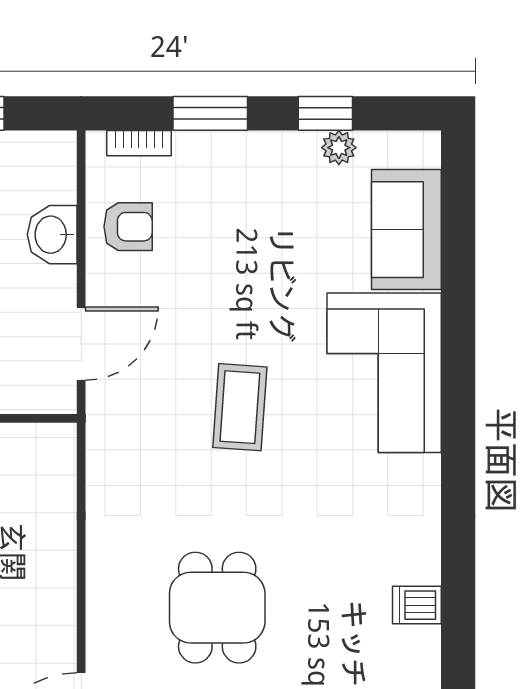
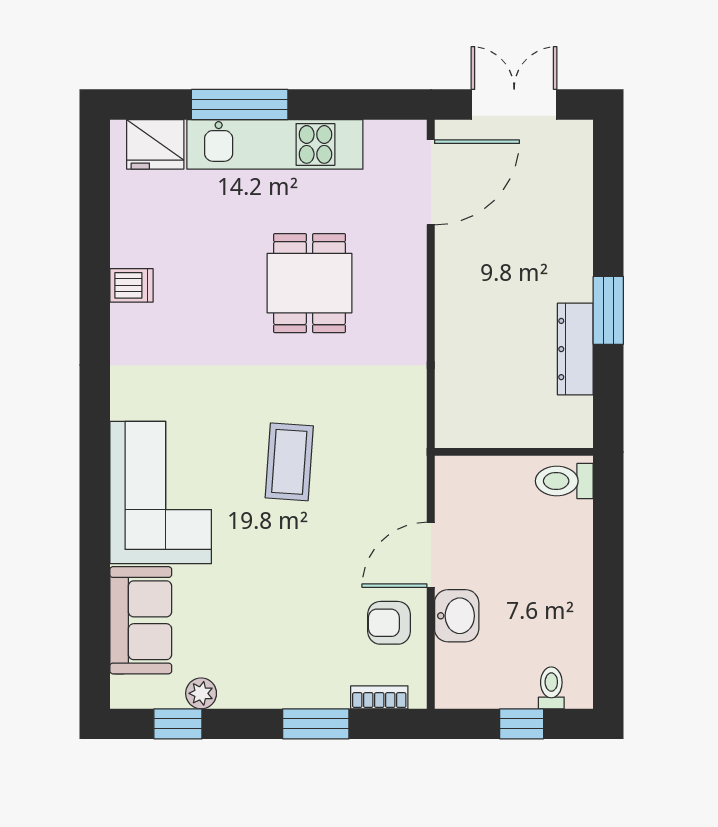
window: (325, 113) -> (178, 724), moved
door: (81, 344) -> (431, 555), moved

